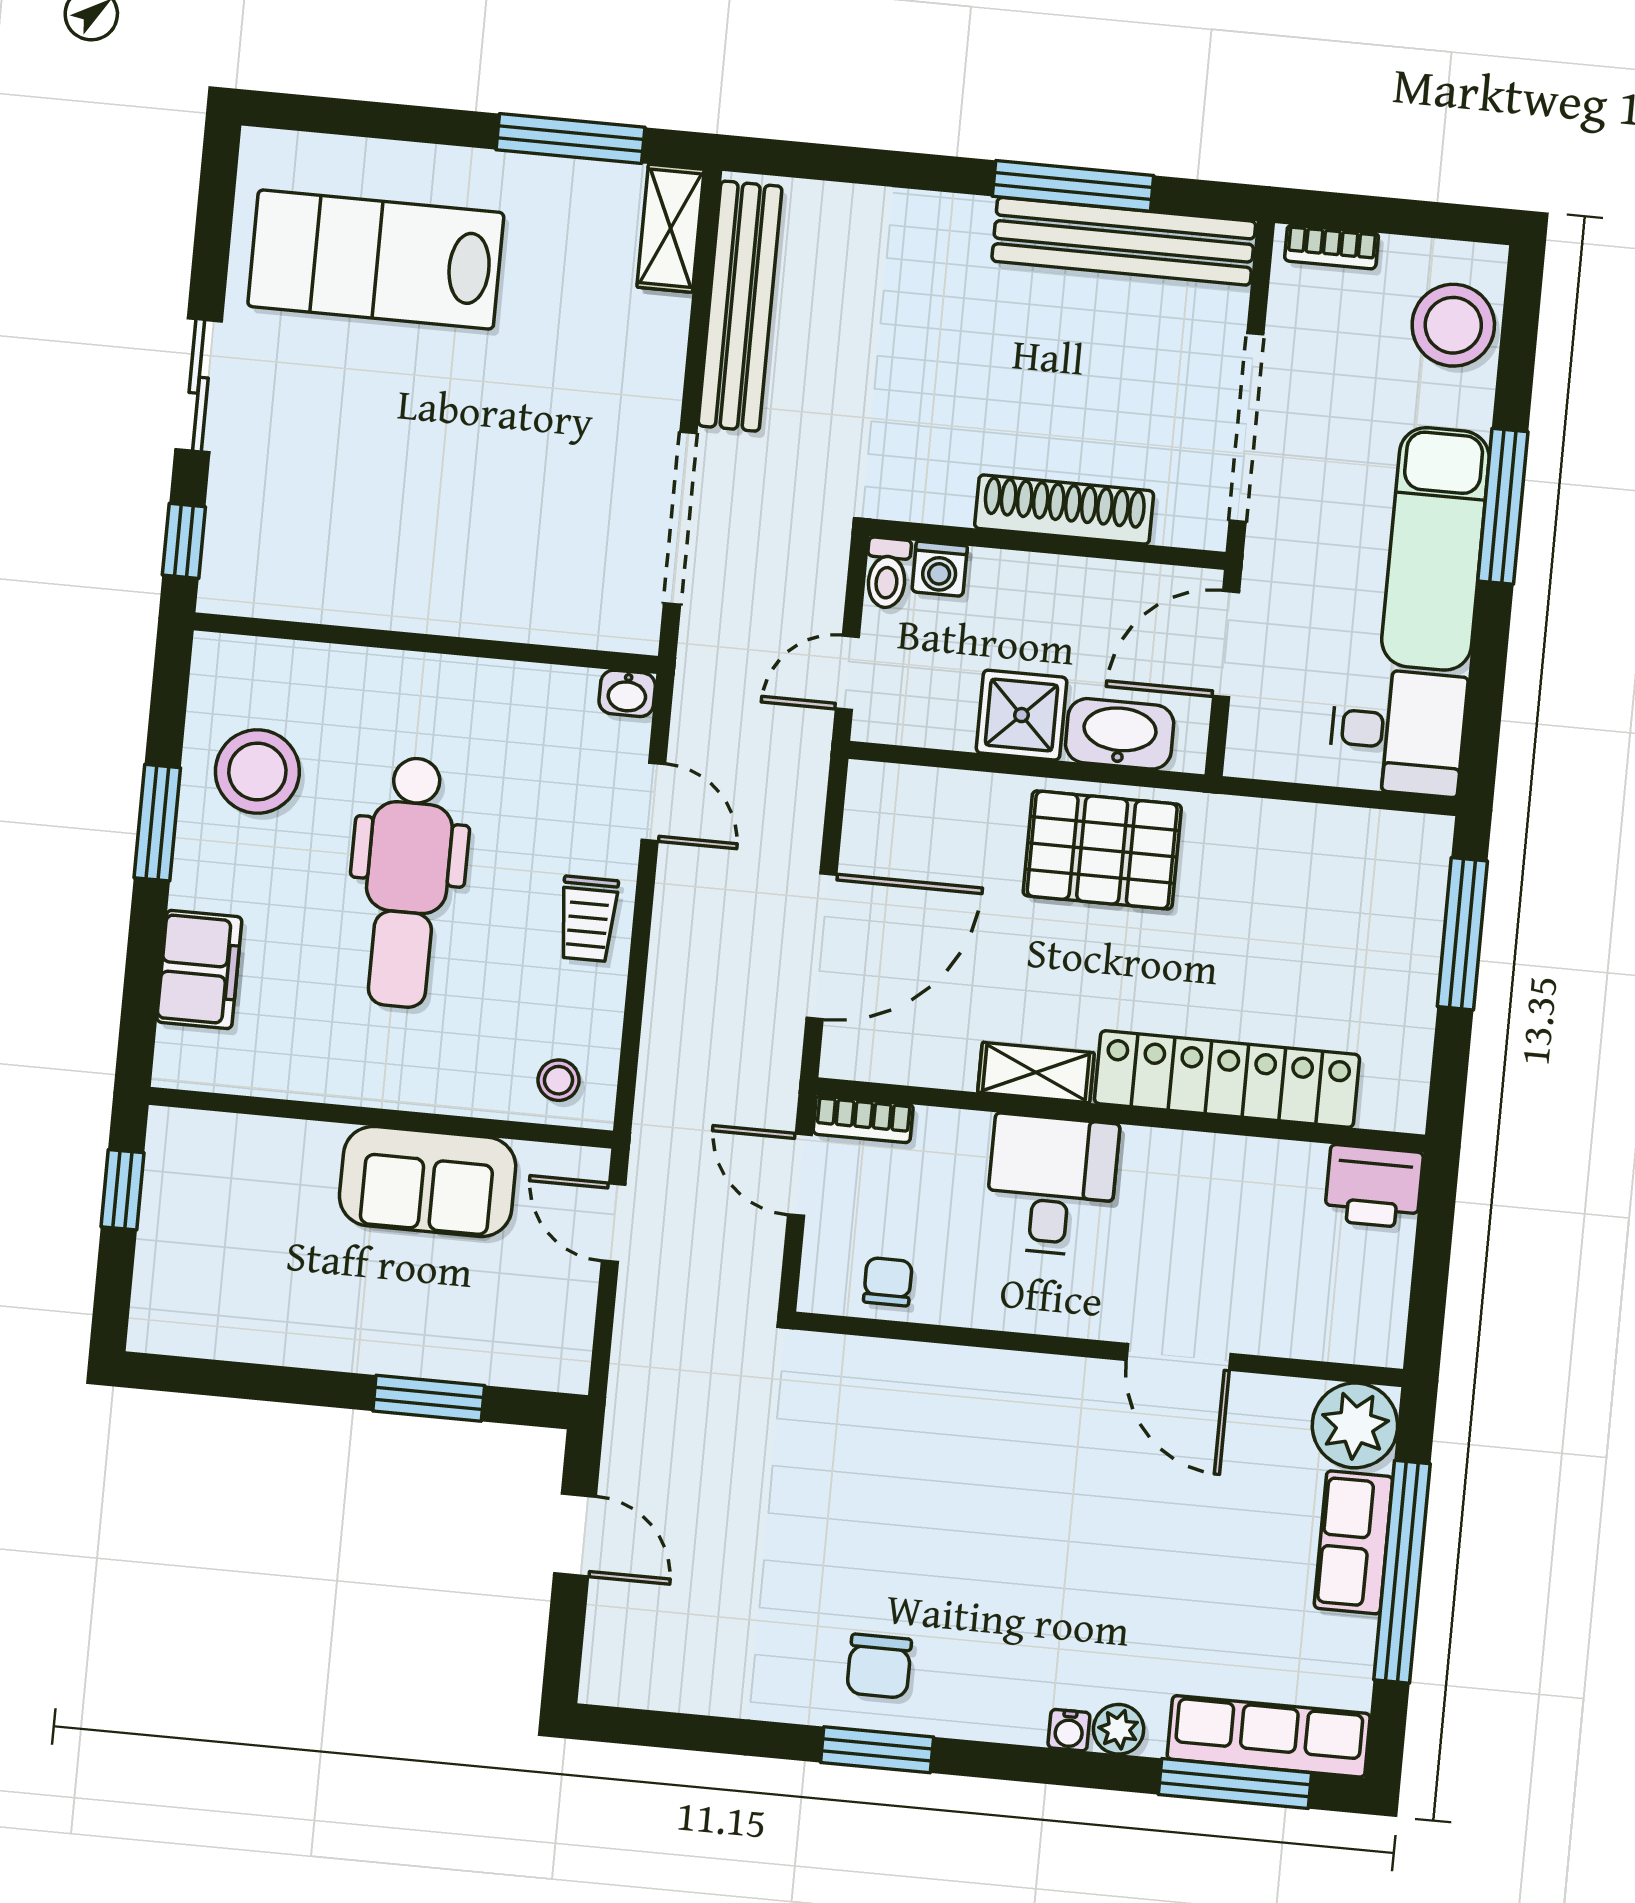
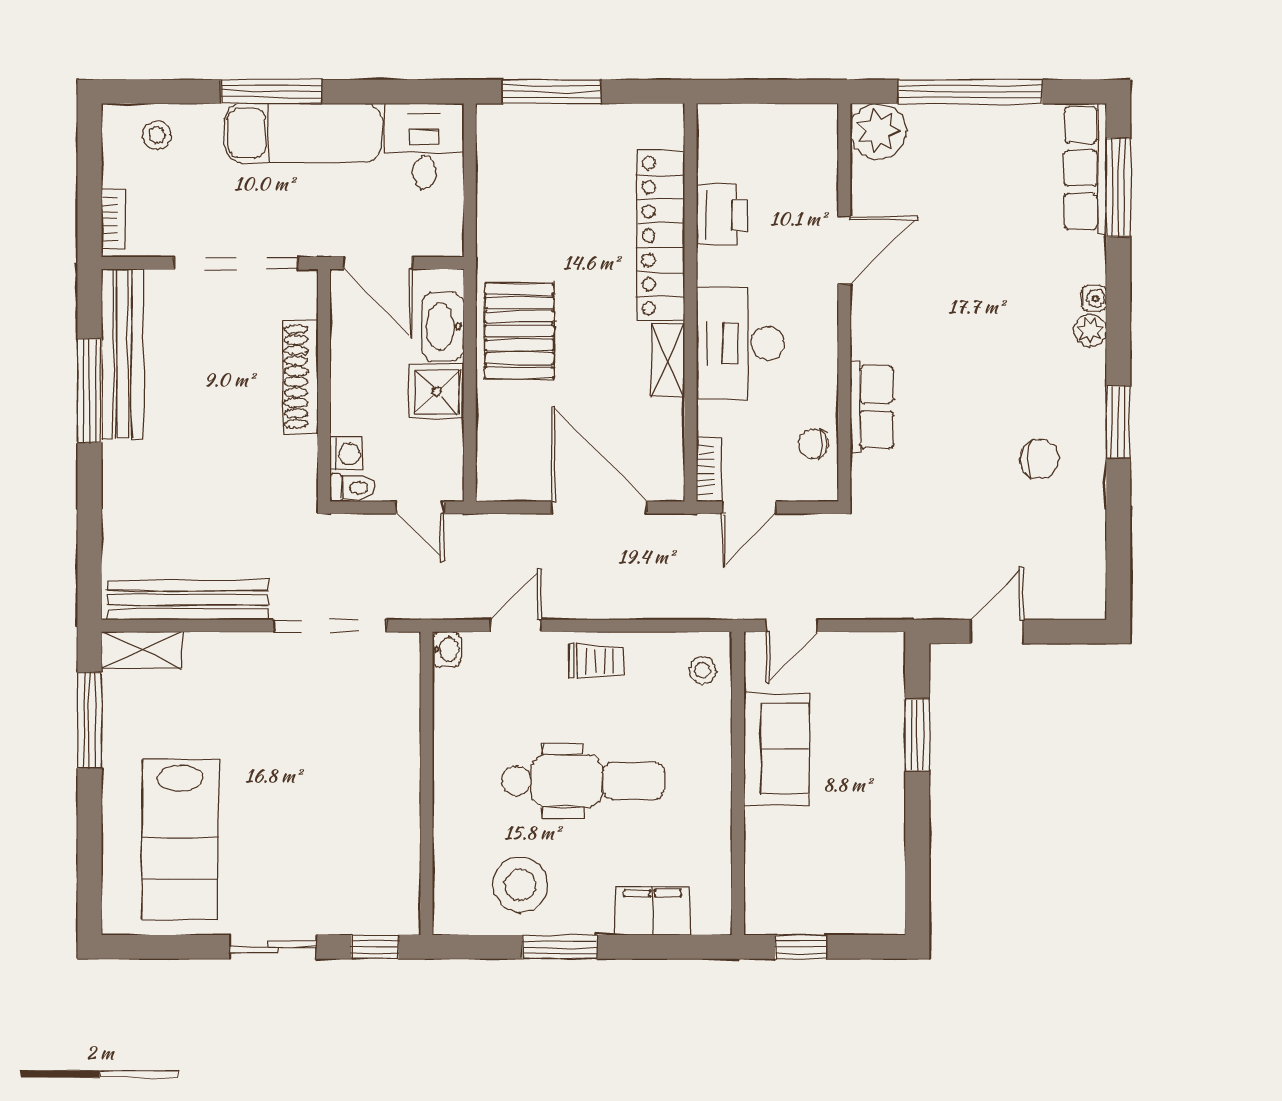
stool: (1453, 325) -> (157, 135), width x0.53, depth x0.53
desk: (1052, 1185) -> (740, 343), width x1.37
printer: (1374, 1186) -> (721, 215), moved
row of seats: (1353, 1542) -> (872, 407), moved, turned -90
chair: (879, 1666) -> (1039, 459), moved
plant: (1119, 1729) -> (1090, 331), moved

